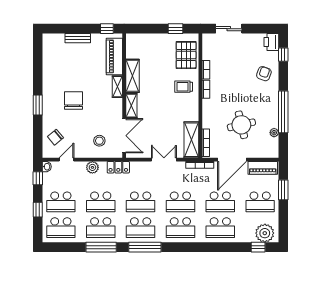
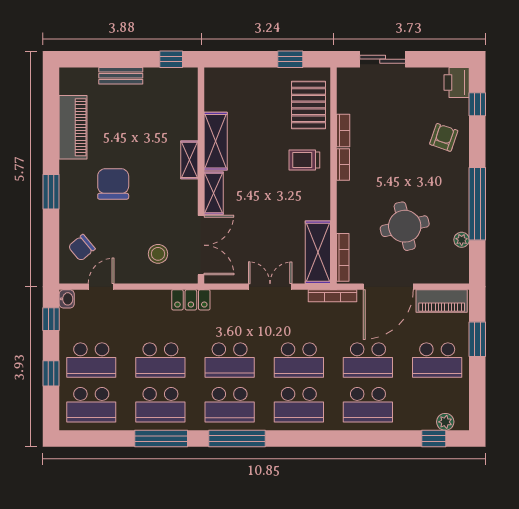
piano: (114, 56) -> (73, 127), moved, turned 180
plant: (92, 167) -> (146, 300), removed
plant: (265, 233) -> (445, 422), width x0.53, depth x0.53

